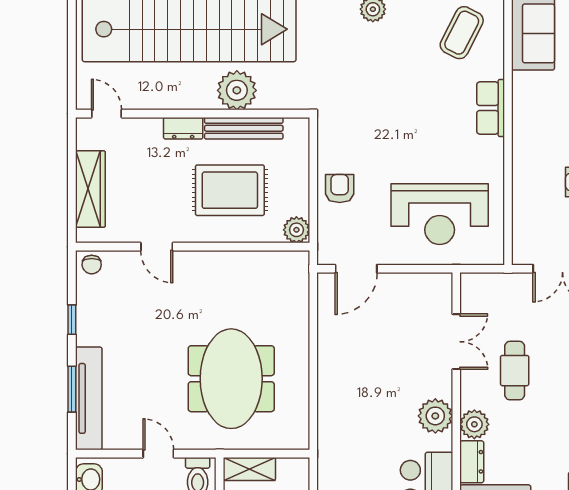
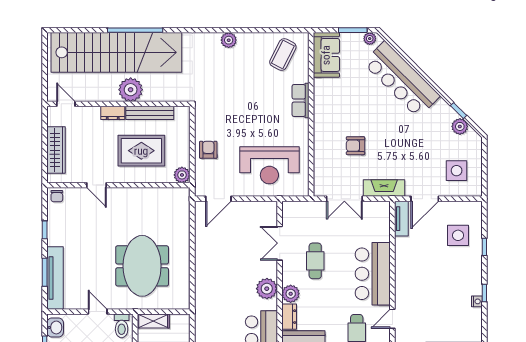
plant: (237, 90) -> (131, 90), moved
double door: (456, 342) -> (280, 243), swing flipped

